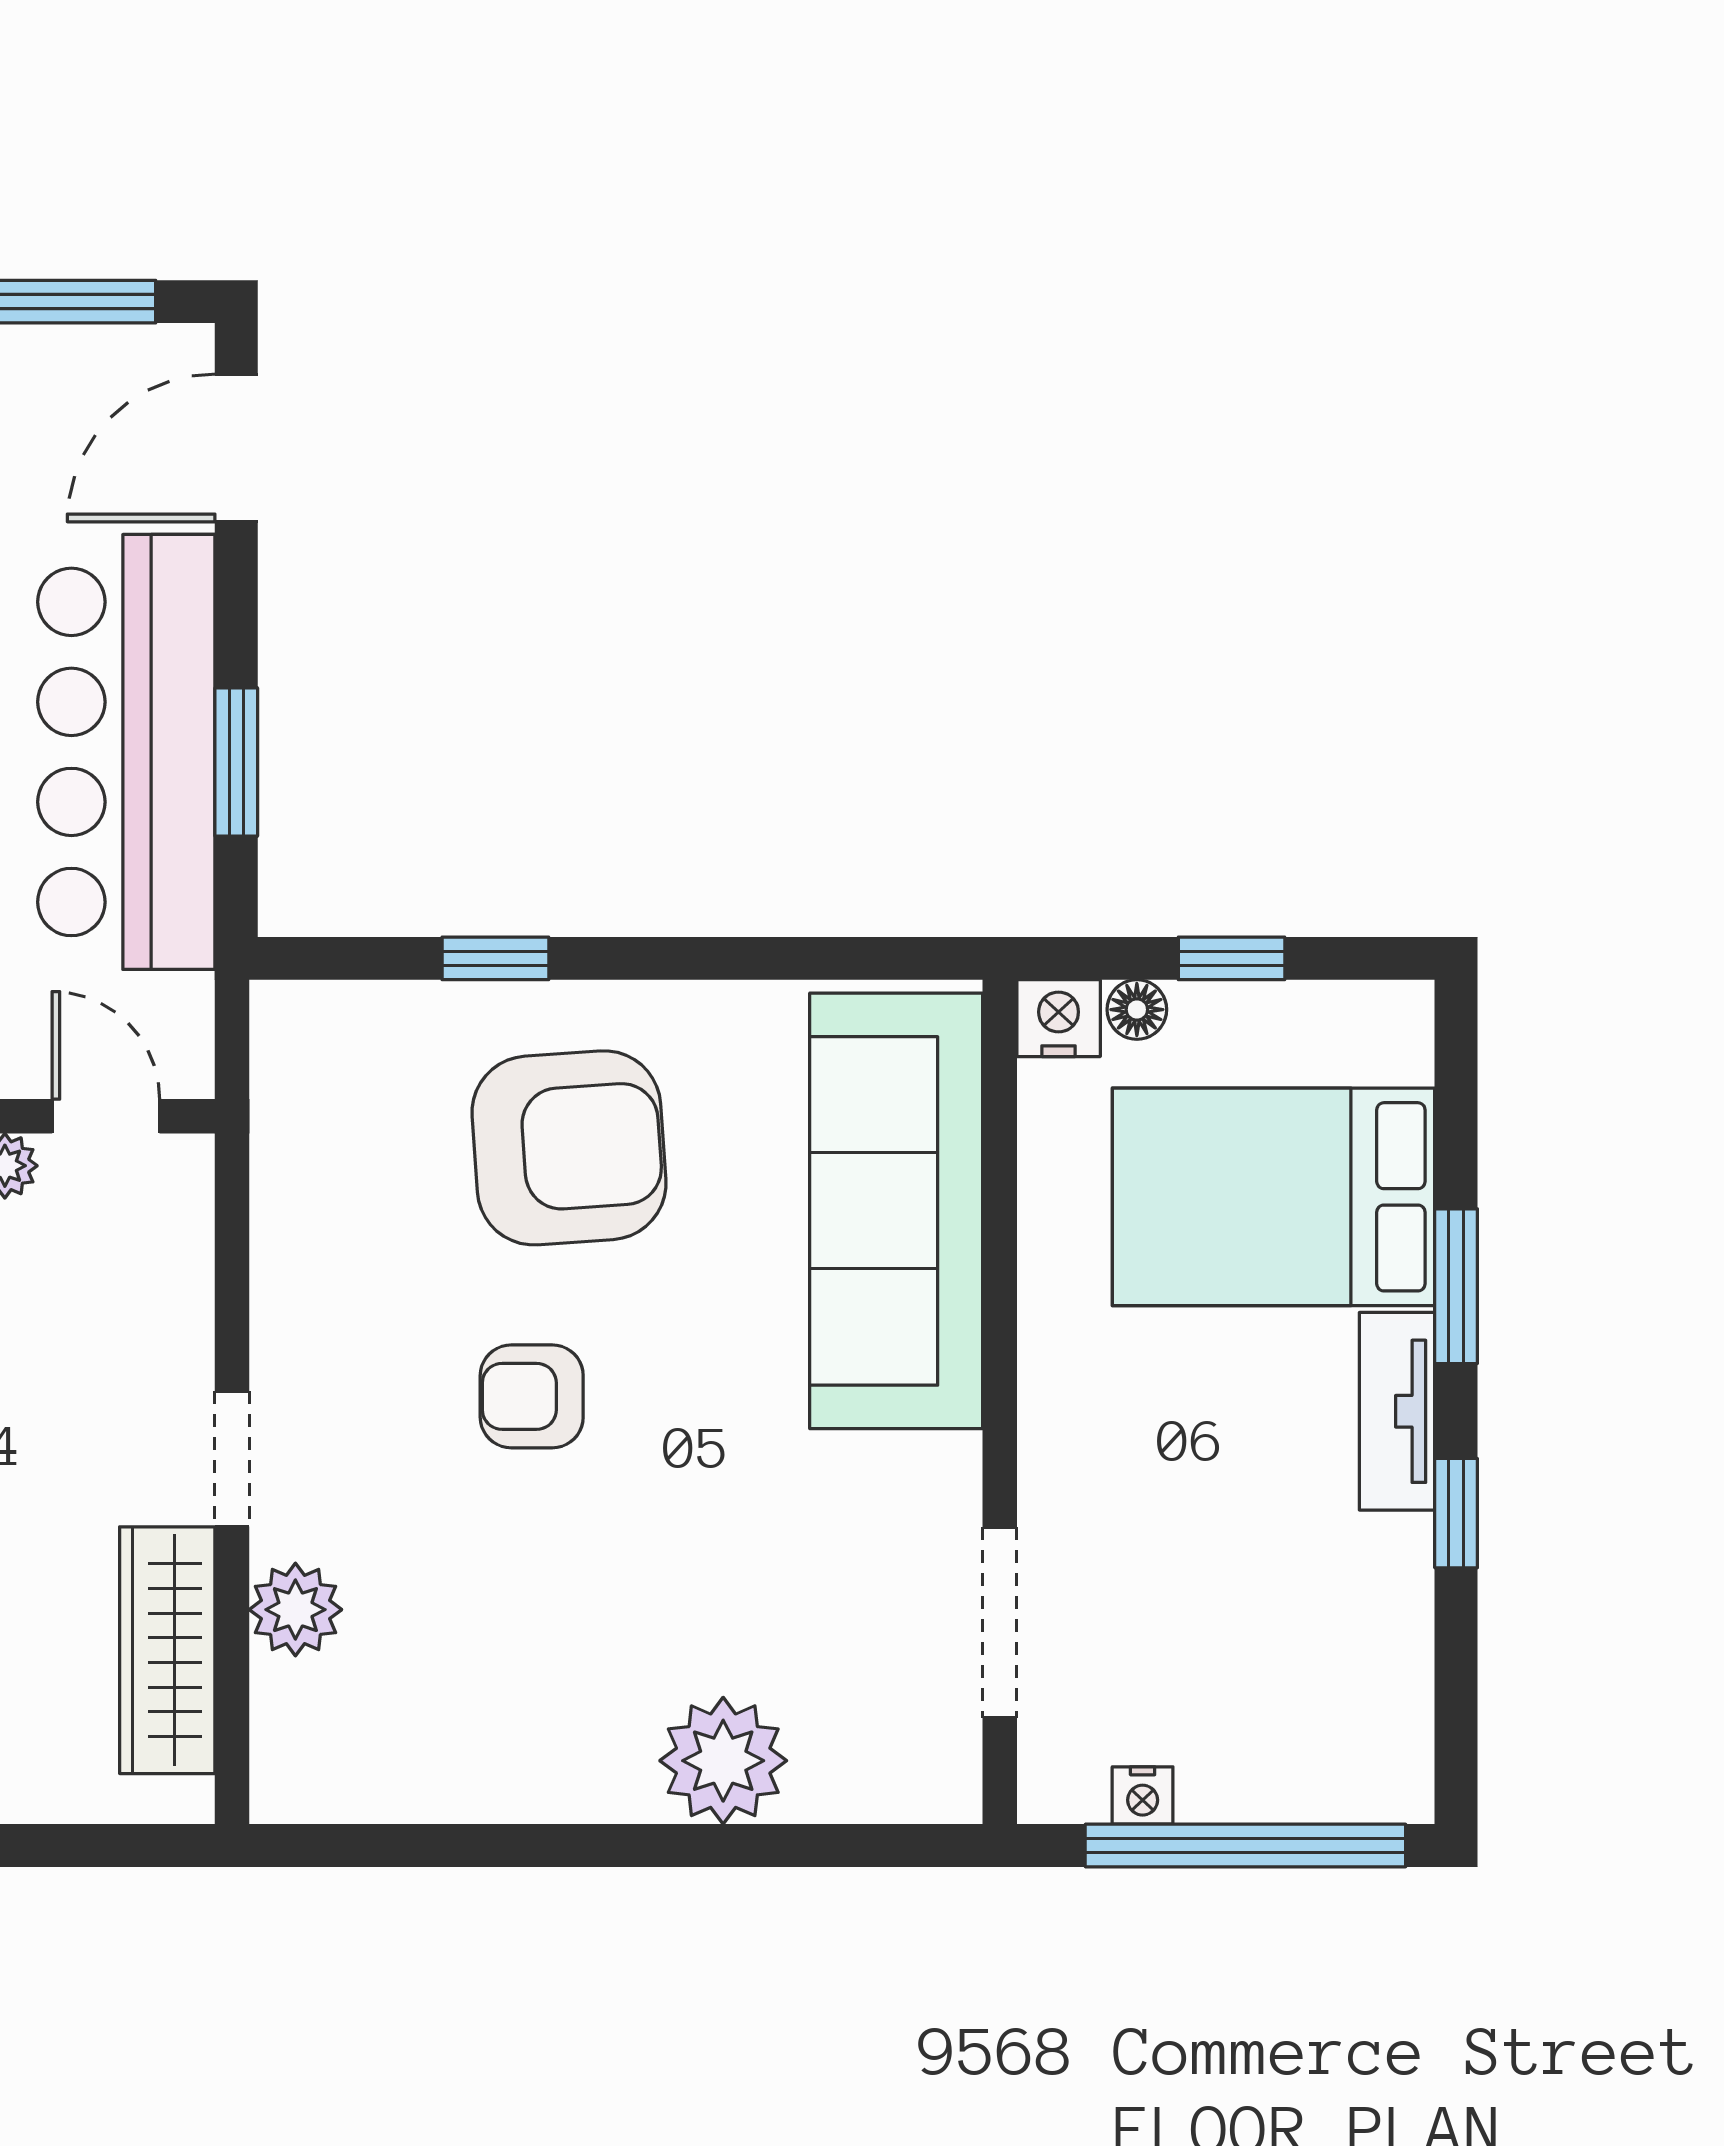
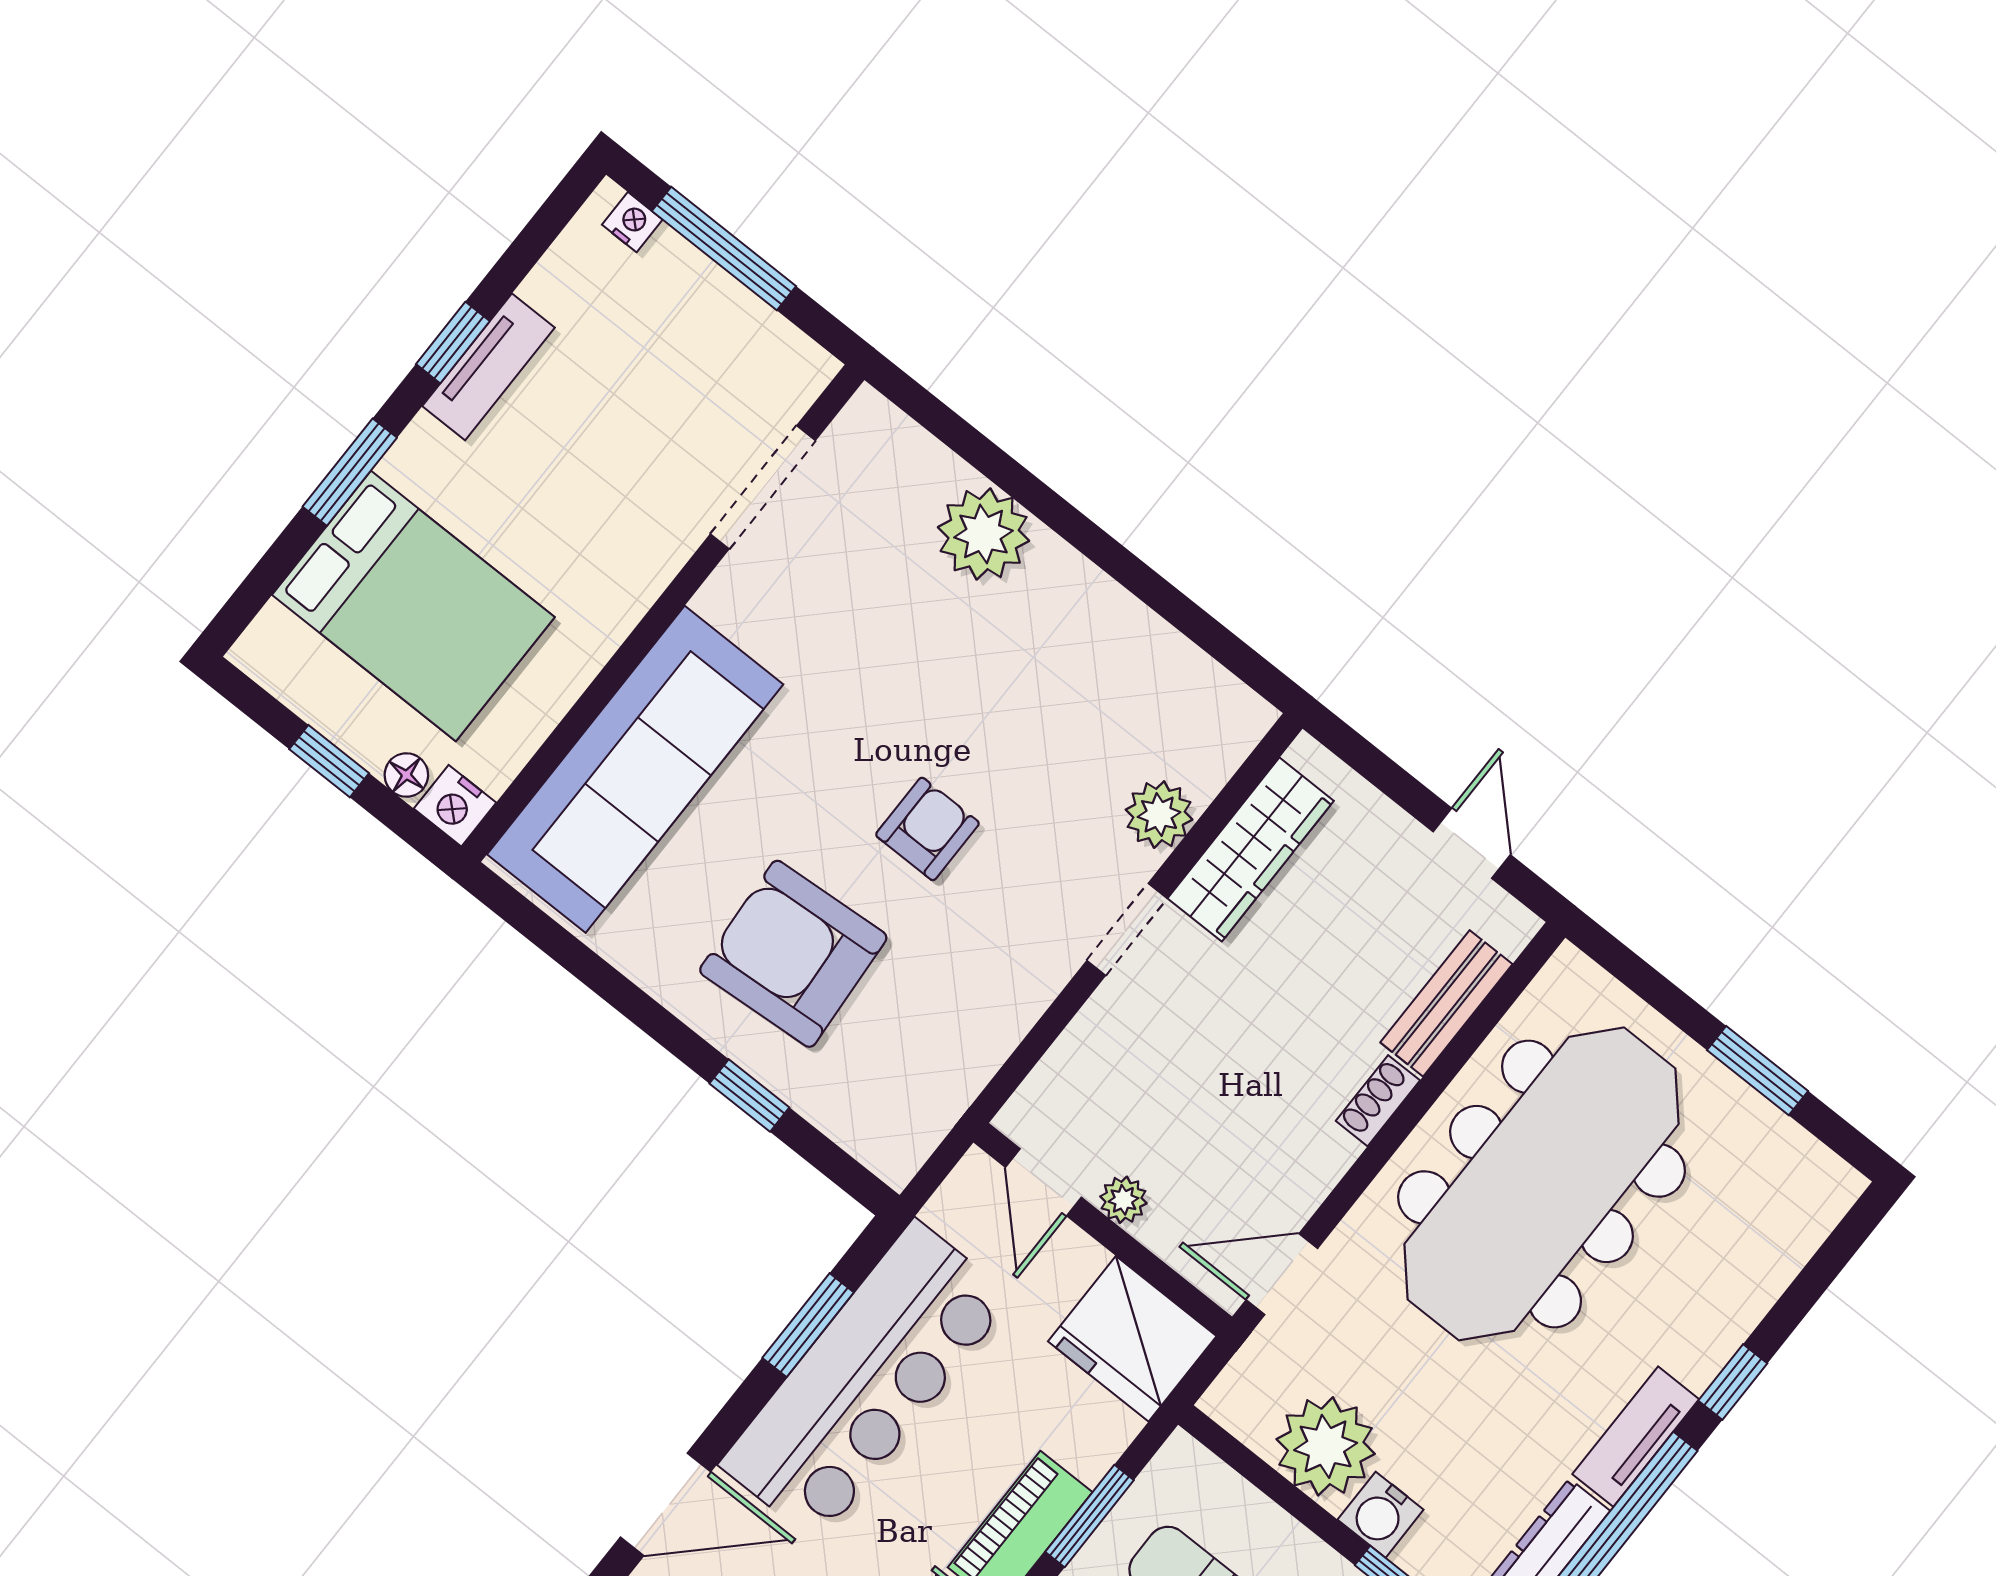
armchair: (532, 1396) -> (927, 829), turned -90
tv unit: (1397, 1411) -> (489, 367), moved
nightstand: (1143, 1796) -> (632, 222), moved
window: (1245, 1846) -> (724, 248), width x0.68

